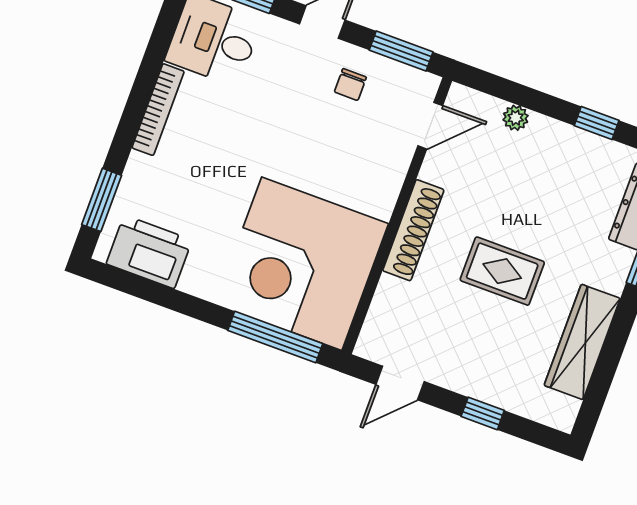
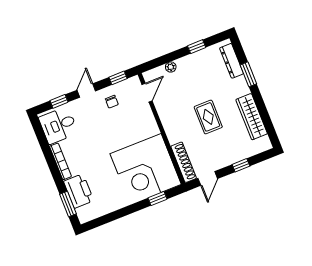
window: (401, 51) -> (118, 78), width x0.67
shoe rack: (413, 230) -> (184, 162), moved
printer: (149, 252) -> (79, 191), moved, turned 90
rug: (502, 271) -> (208, 117), turned 90
window: (275, 337) -> (158, 198), width x0.46

